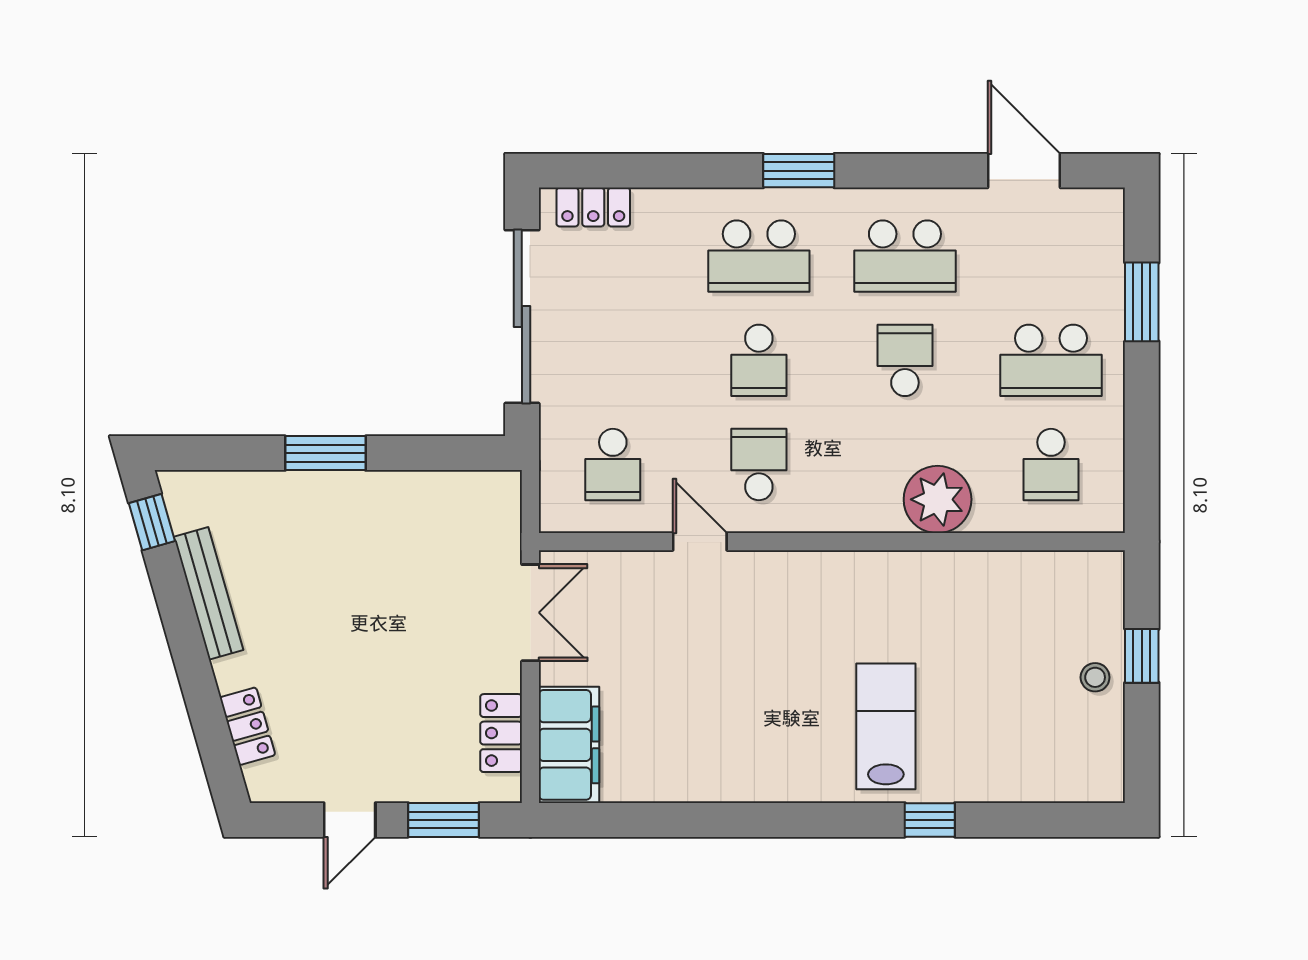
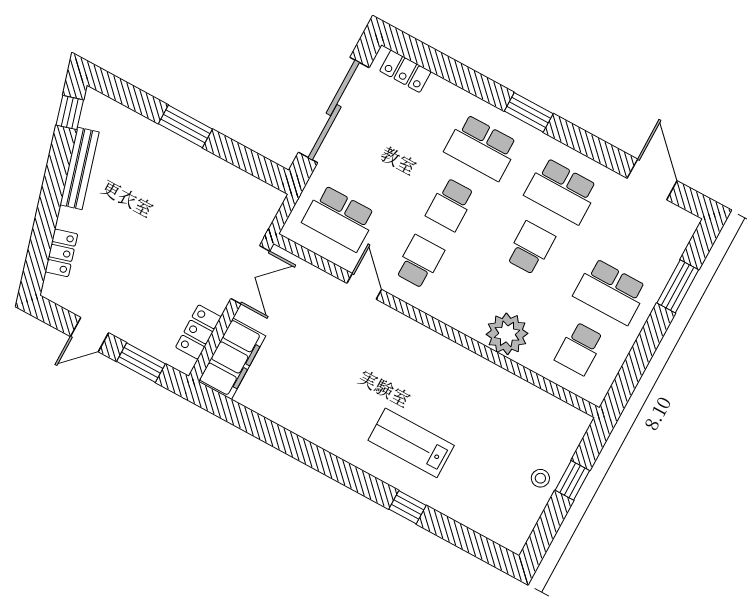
school desk: (613, 465) -> (339, 218), width x1.85
lab bench: (886, 726) -> (411, 443), turned -90

